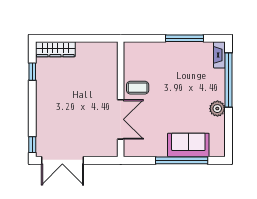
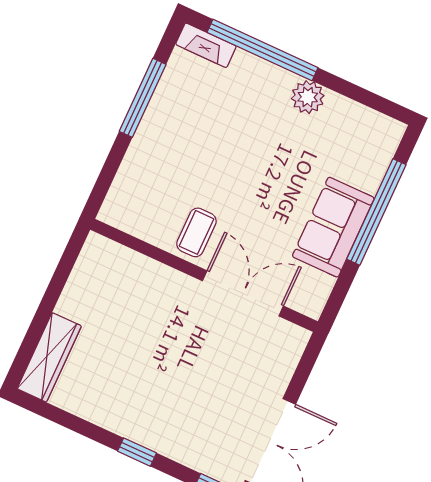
window: (32, 72) -> (137, 452), moved
sofa: (188, 145) -> (333, 227), moved

